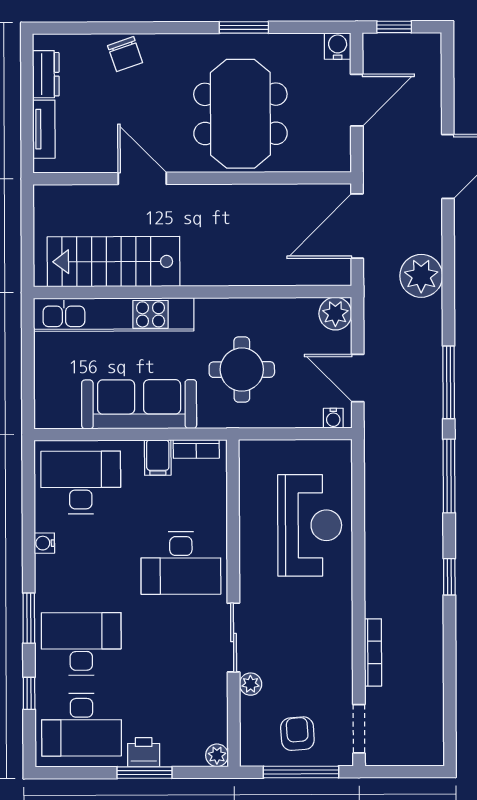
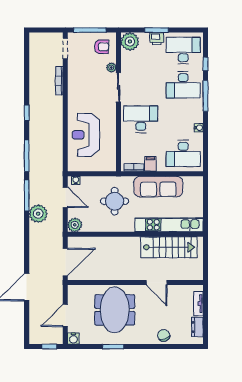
plant: (421, 276) -> (38, 214), moved
window: (29, 618) -> (205, 96), width x1.44
armchair: (297, 734) -> (102, 47), moved, turned -86
plant: (217, 755) -> (130, 42), width x1.87, depth x1.87

